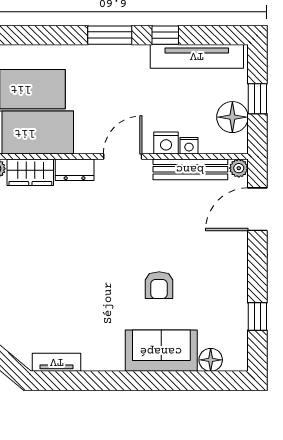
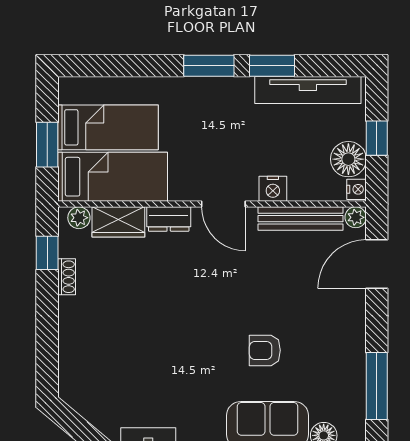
window: (165, 35) -> (272, 66), width x1.50
nightstand: (189, 146) -> (357, 189), moved, turned -90
door: (123, 157) -> (223, 204), swing flipped
armchair: (159, 285) -> (265, 350), turned 90
window: (257, 316) -> (377, 386), width x2.17

